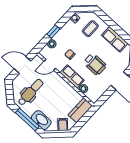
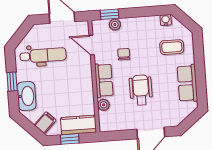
window: (53, 32) -> (110, 14), moved
wheelchair: (95, 64) -> (141, 90), turned 180
window: (27, 120) -> (12, 82), width x0.46
window: (82, 121) -> (70, 139), added

